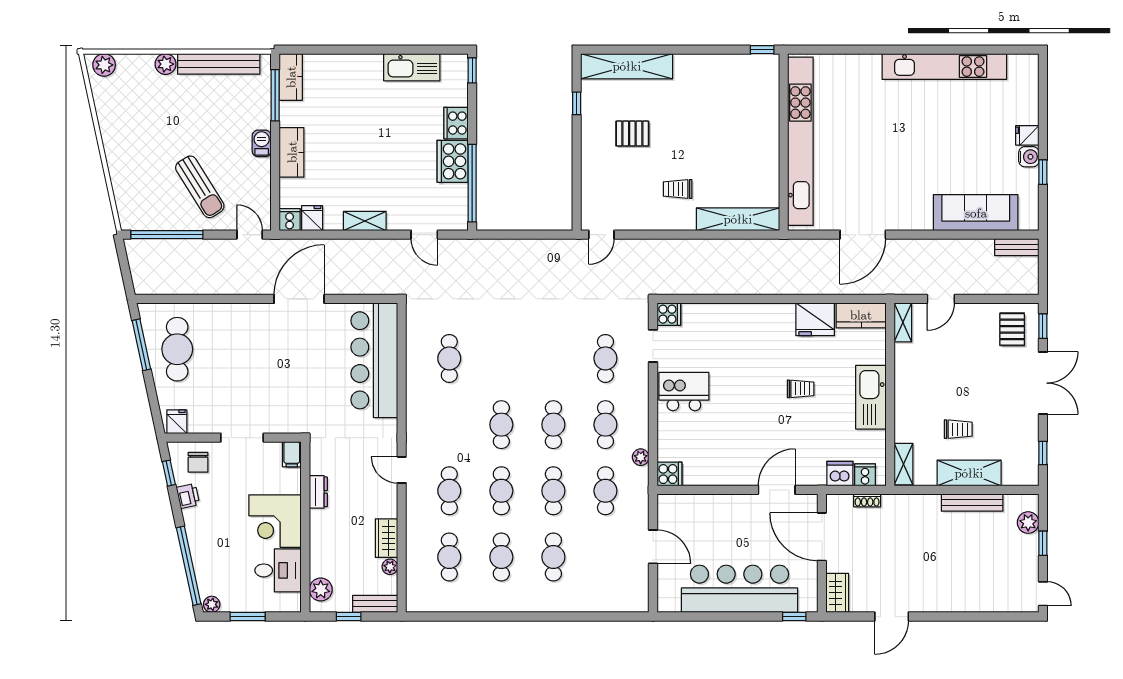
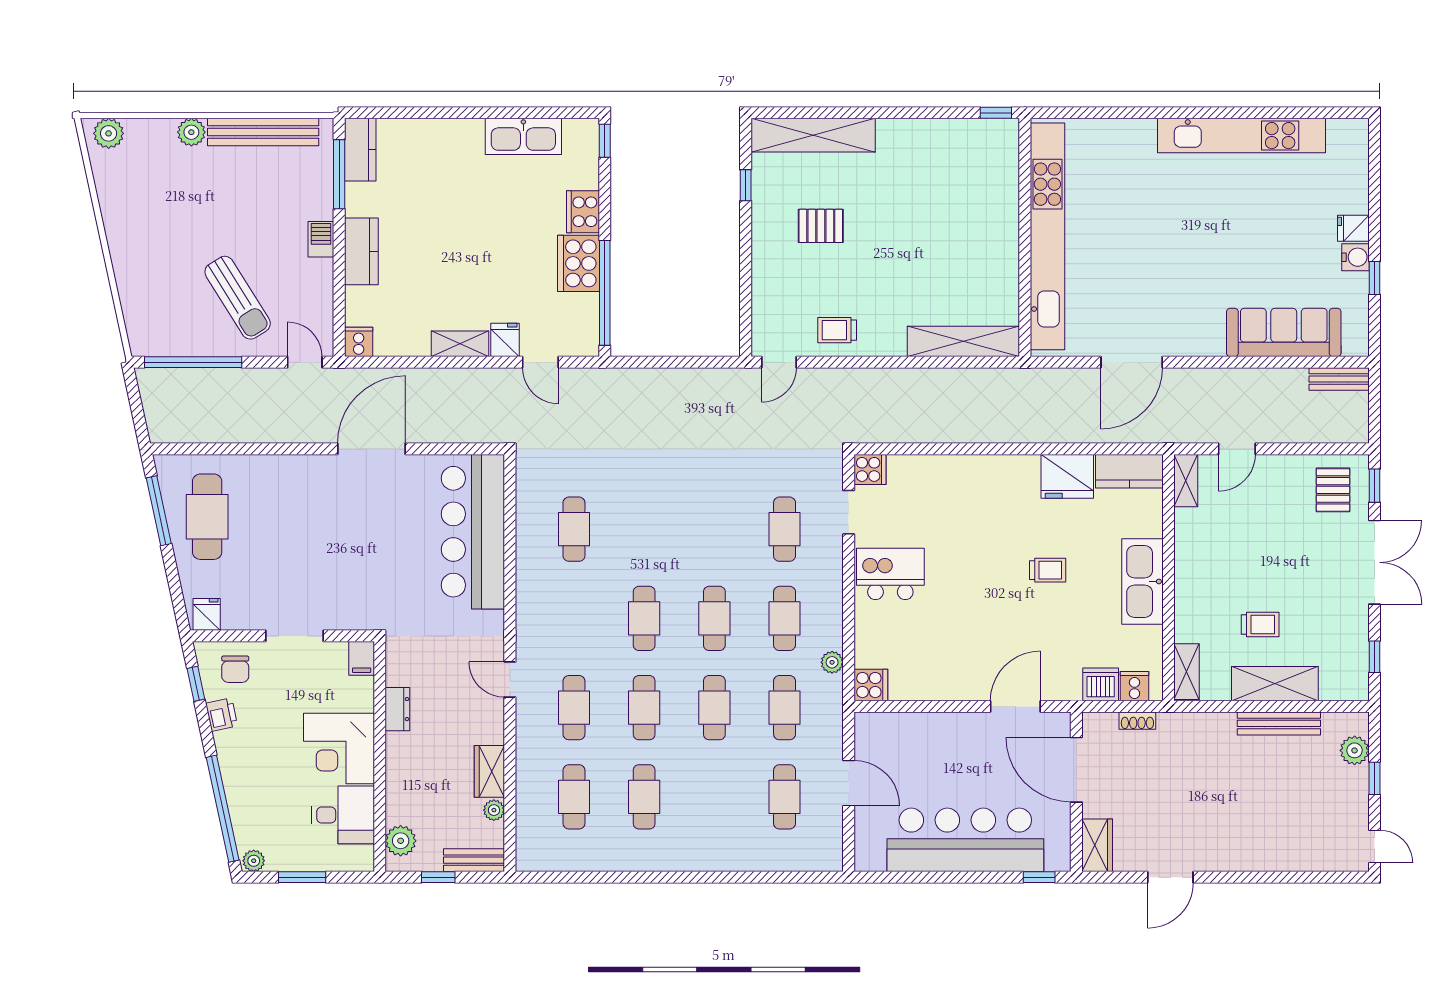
trolley: (678, 189) -> (837, 330), moved
fridge: (312, 218) -> (505, 340), moved
cafe table: (553, 557) -> (785, 797), moved

